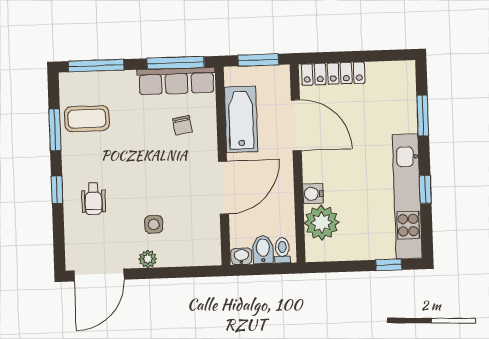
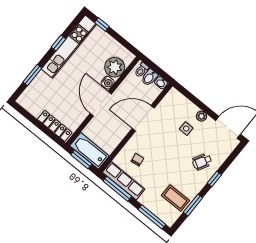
bathtub: (241, 119) -> (90, 151), moved, turned 90
door: (296, 125) -> (101, 104), moved
wheelchair: (93, 199) -> (202, 162), turned -152

